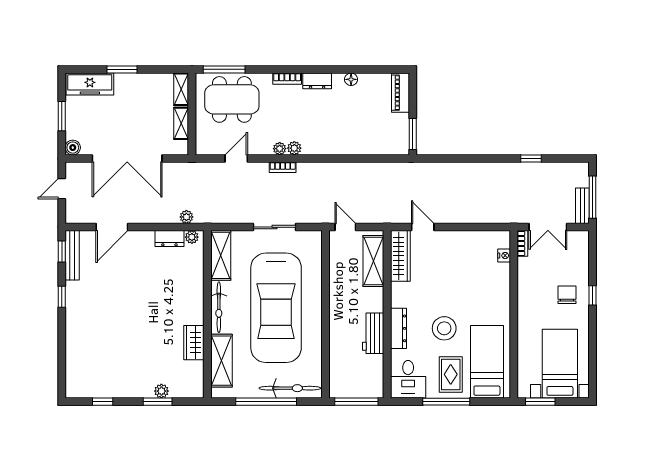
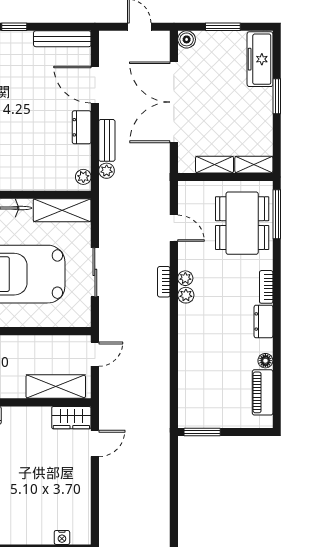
piano: (401, 93) -> (263, 392), moved, turned -90
bench: (160, 217) -> (107, 140), added
dresser: (169, 239) -> (82, 127), moved
window: (62, 252) -> (67, 27), removed
wardrobe: (400, 256) -> (71, 418), width x0.67

